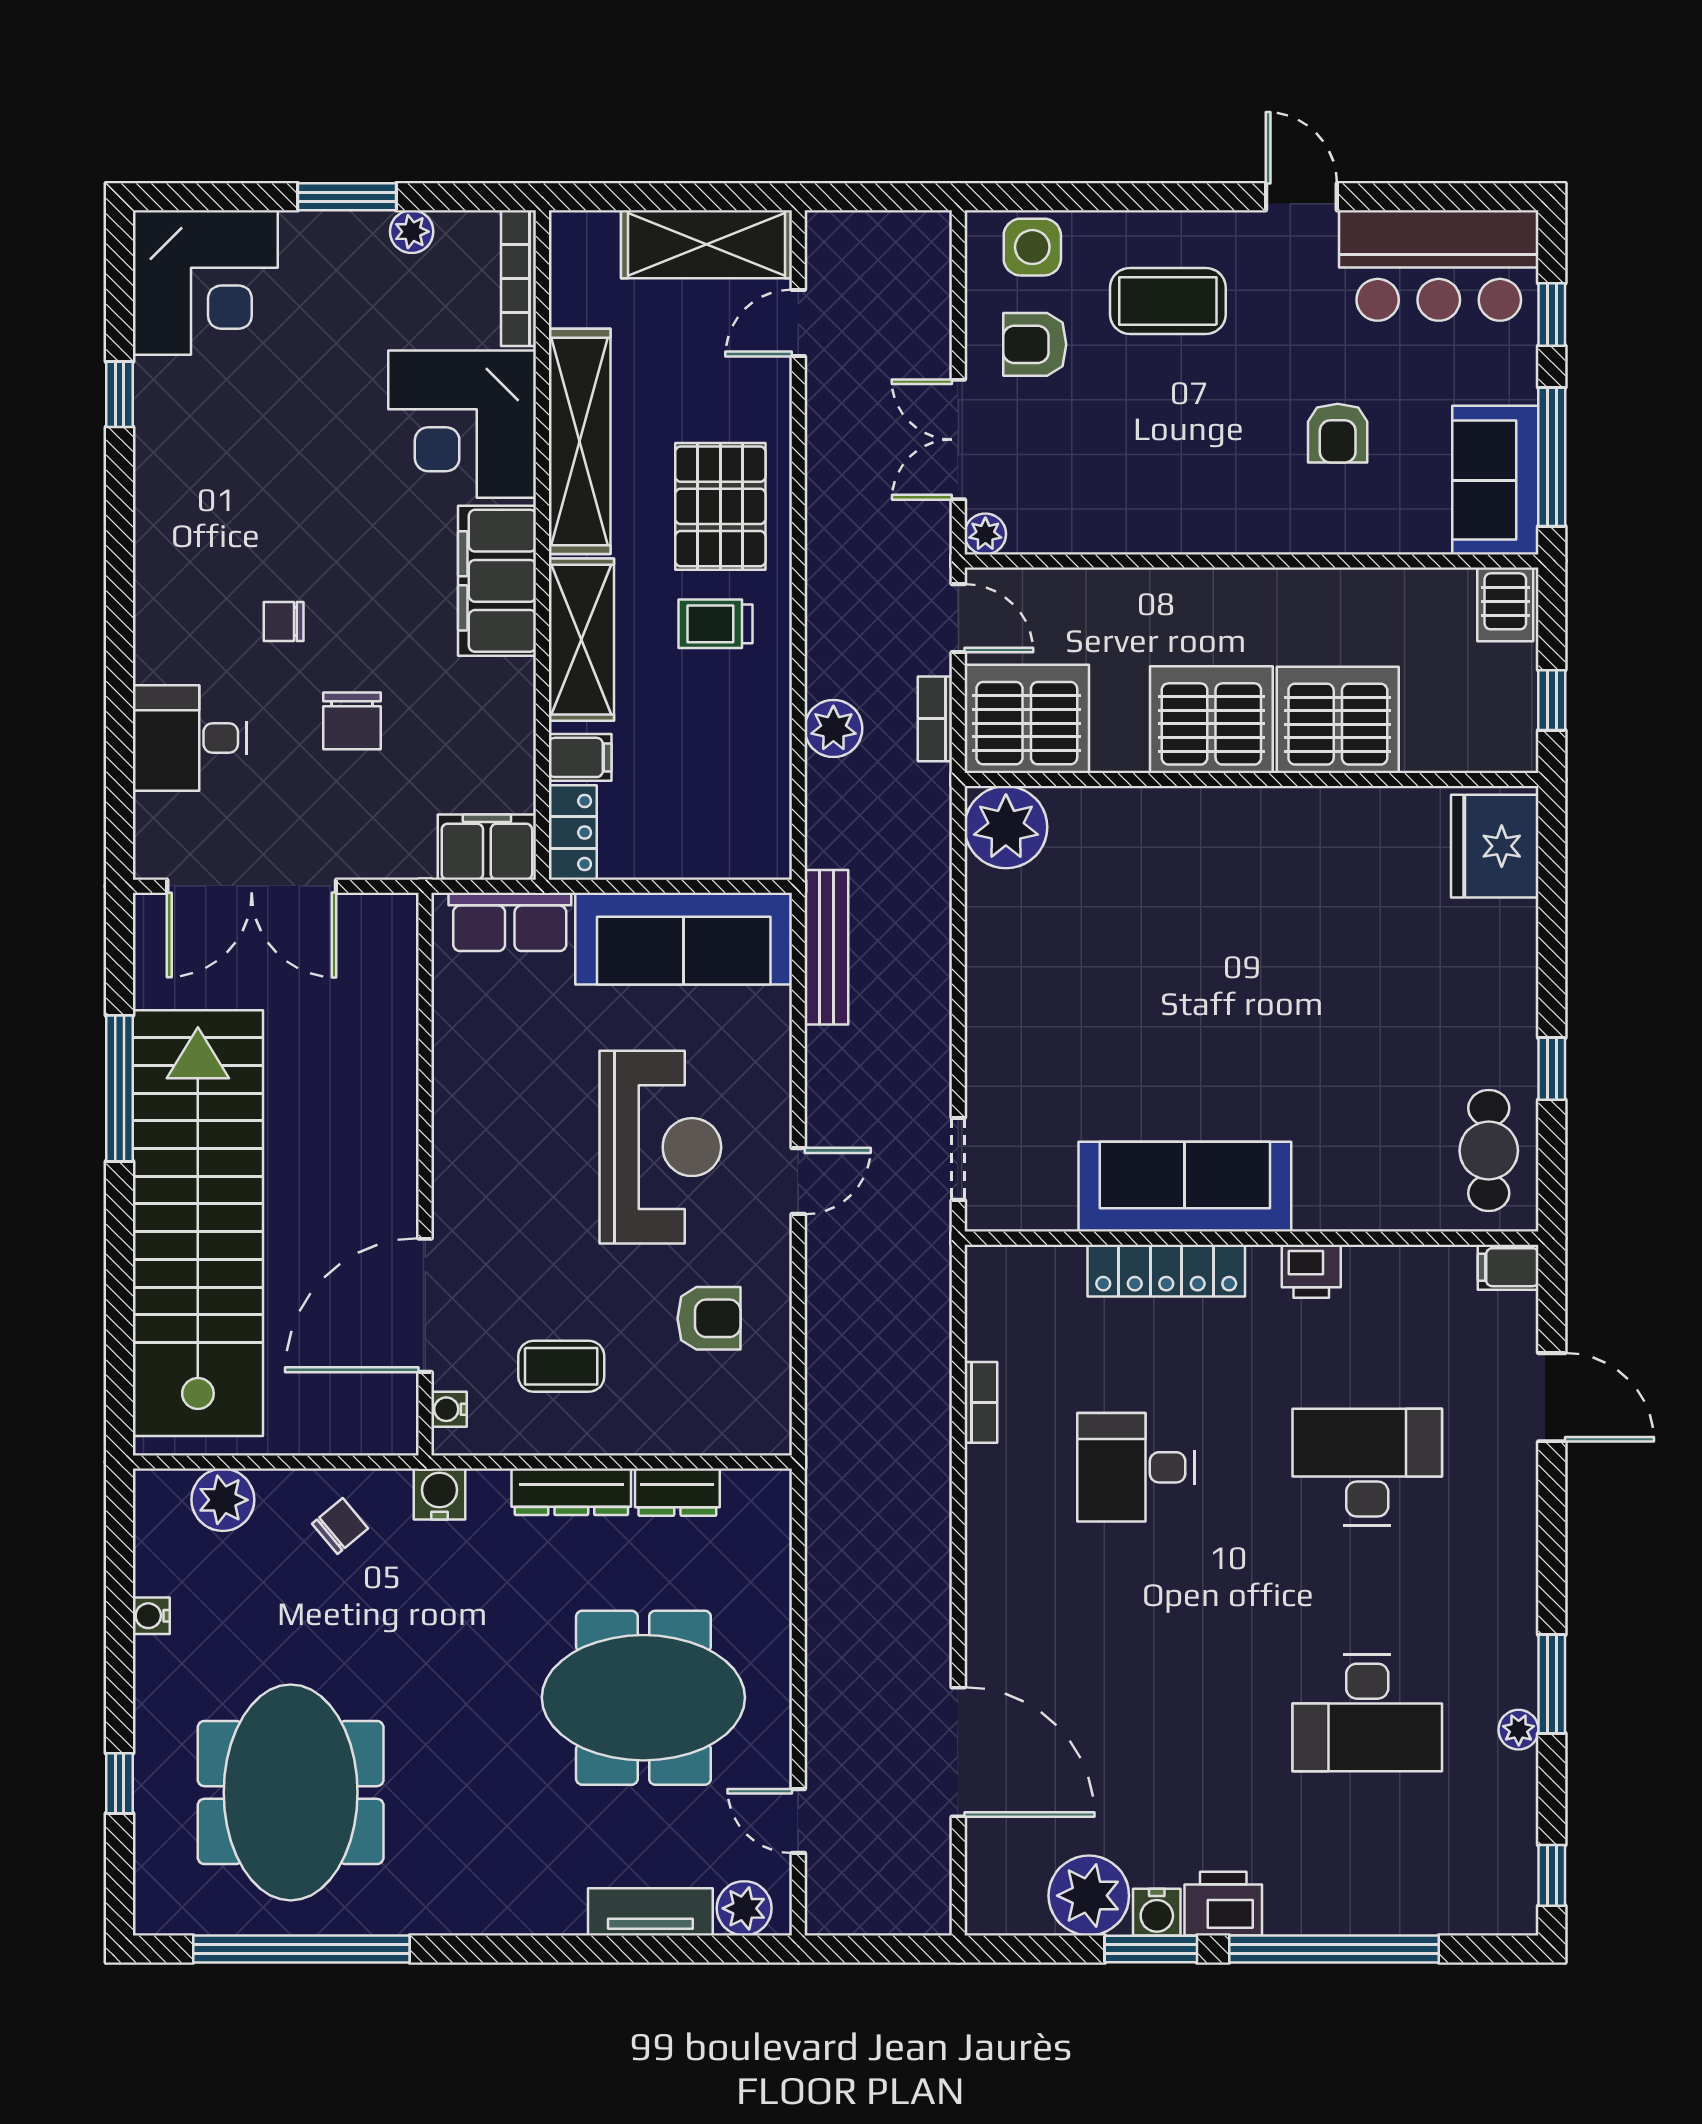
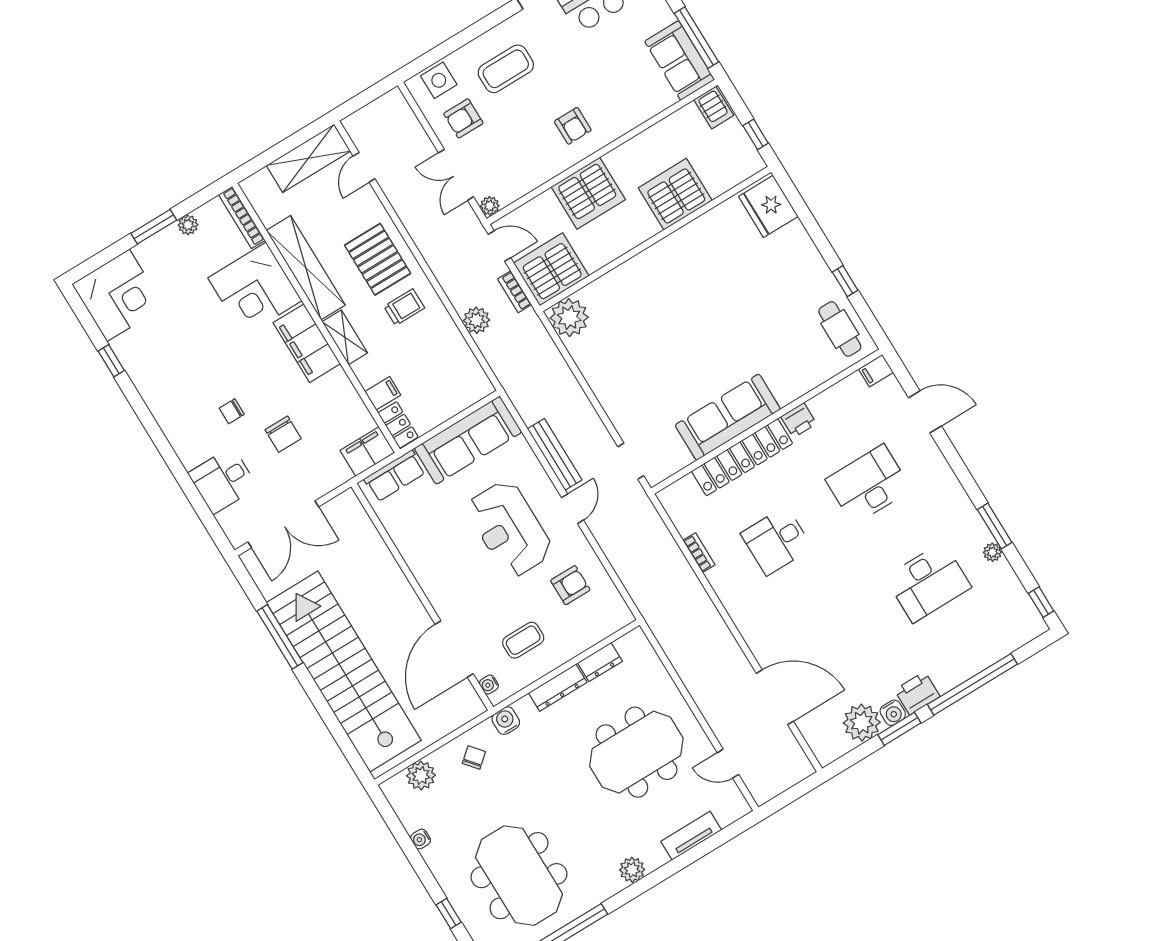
armchair: (1338, 433) -> (573, 126), moved
trolley: (715, 624) -> (404, 307), turned 180
shelving: (581, 640) -> (345, 337), width x0.67, depth x0.75
server rack: (1211, 720) -> (588, 193), moved, turned 180
bench: (826, 947) -> (555, 454), moved
reception desk: (660, 1147) -> (509, 529), turned 180
locker: (1166, 1271) -> (742, 457), width x1.41, depth x1.21
plant: (744, 1908) -> (632, 870), moved

